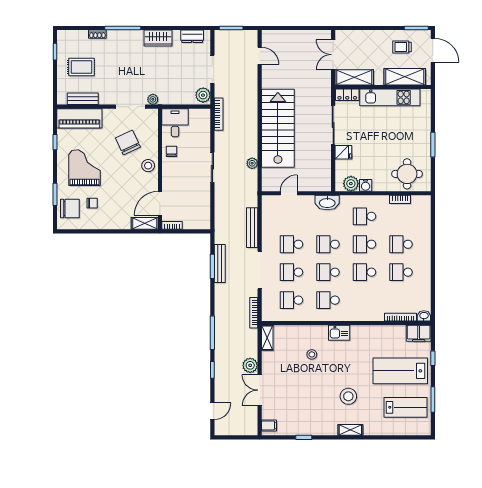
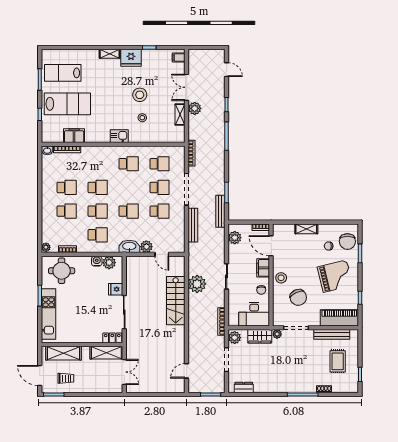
wardrobe: (158, 38) -> (260, 336), moved, turned 180
door: (260, 56) -> (187, 371), hinge flipped
rug: (81, 67) -> (338, 361), turned 90
kitchen unit: (390, 97) -> (49, 314), moved, turned 90
bench: (83, 99) -> (332, 334), width x1.36
desk: (175, 123) -> (254, 314), width x1.37
stairs: (278, 128) -> (176, 301), width x0.73, depth x0.66
plant: (252, 163) -> (197, 284), width x1.87, depth x1.87
grand piano: (85, 168) -> (335, 276), turned -104
filing cabinet: (169, 177) -> (263, 268), added
door: (289, 193) -> (162, 254), hinge flipped
plant: (307, 202) -> (146, 247), added
plant: (426, 202) -> (46, 247), added
door: (160, 203) -> (271, 246), swing flipped
chair: (70, 208) -> (347, 241), turned -90
plant: (203, 213) -> (235, 238), added
shelving: (145, 223) -> (306, 229), moved
bench: (220, 264) -> (220, 211), moved
school desk: (328, 272) -> (129, 187), removed
filing cabinet: (419, 333) -> (74, 136), moved
shelving: (267, 338) -> (180, 114), moved
double door: (260, 390) -> (187, 87), swing flipped
stool: (348, 396) -> (140, 95), moved
door: (212, 411) -> (227, 70), swing flipped
fridge: (325, 425) -> (131, 58), added

